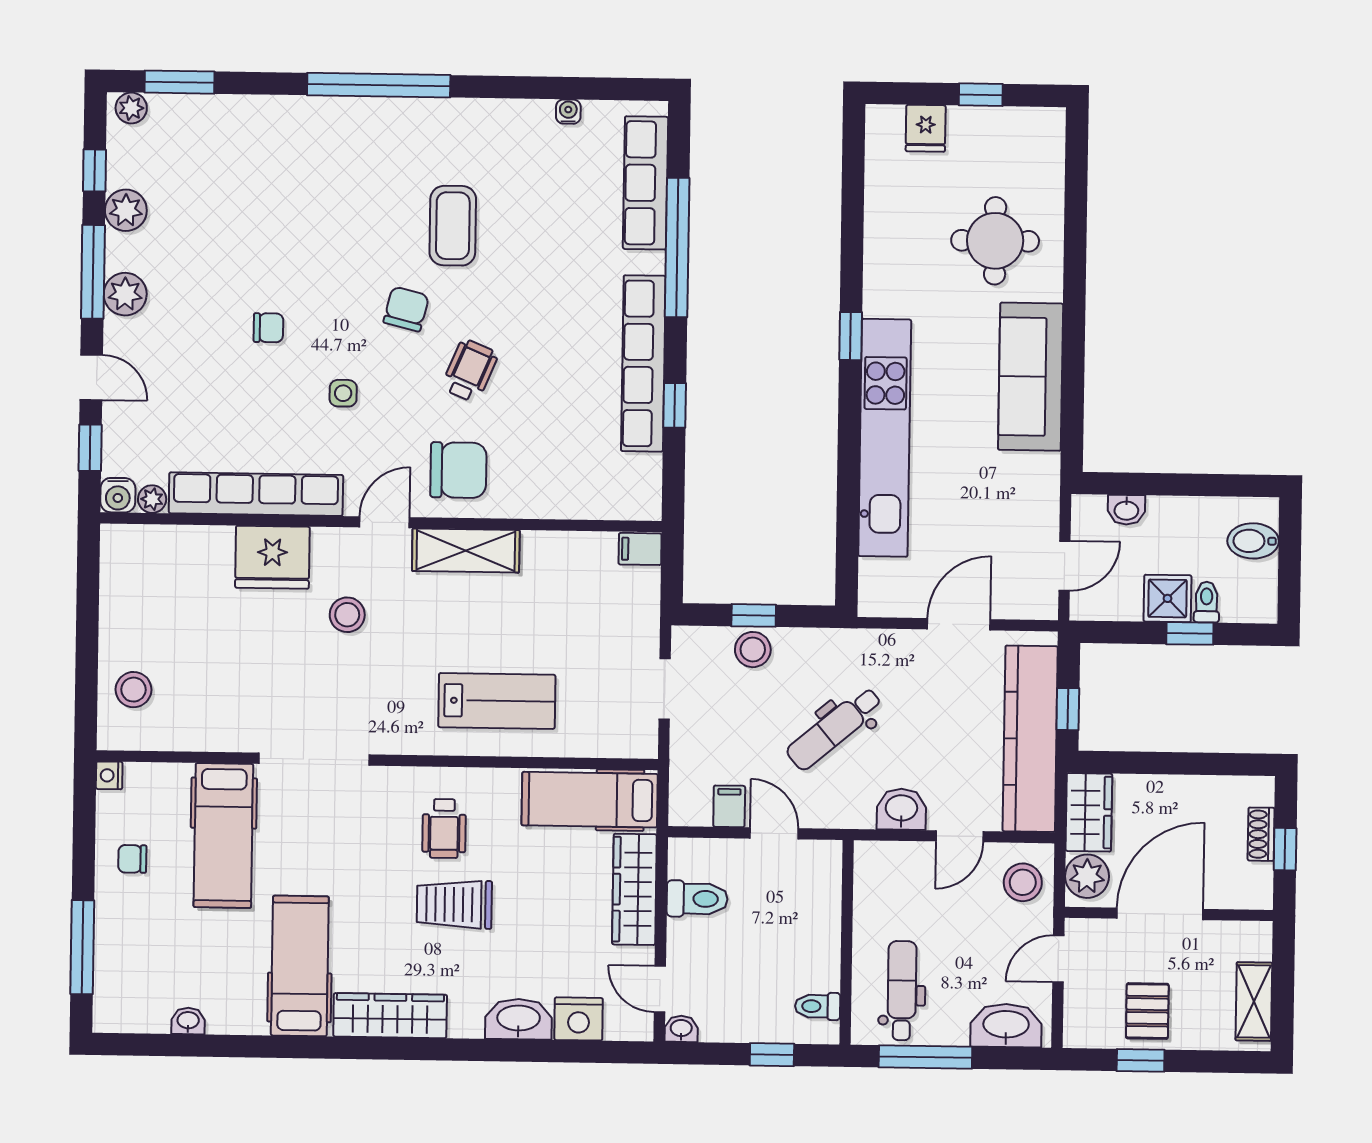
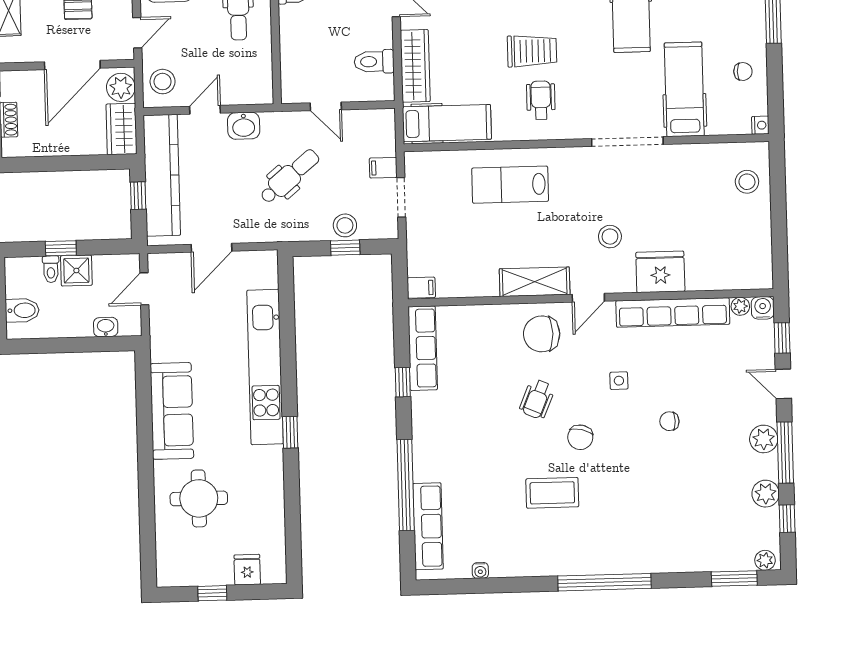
coffee table: (453, 226) -> (552, 493), turned 90
row of seats: (643, 363) -> (423, 348), moved, width x0.73
filing cabinet: (729, 806) -> (383, 168), moved, turned 90

